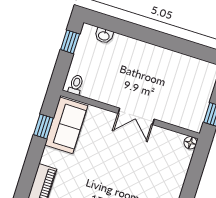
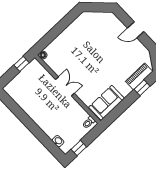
window: (43, 126) -> (142, 88), moved

